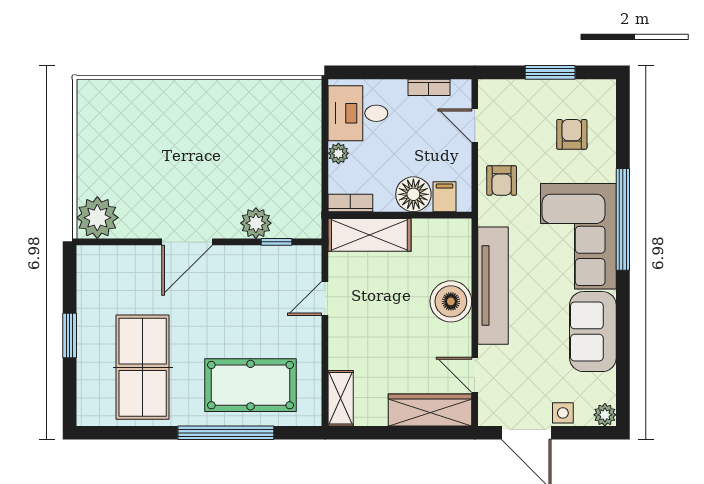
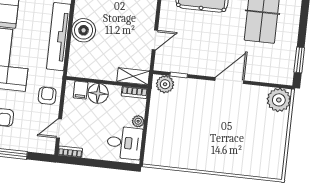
bookcase: (429, 87) -> (70, 152), moved
door: (475, 126) -> (59, 129), swing flipped
plant: (256, 223) -> (165, 84), moved
shelving: (369, 235) -> (133, 76), width x0.67, depth x0.75
window: (70, 335) -> (299, 60), moved

